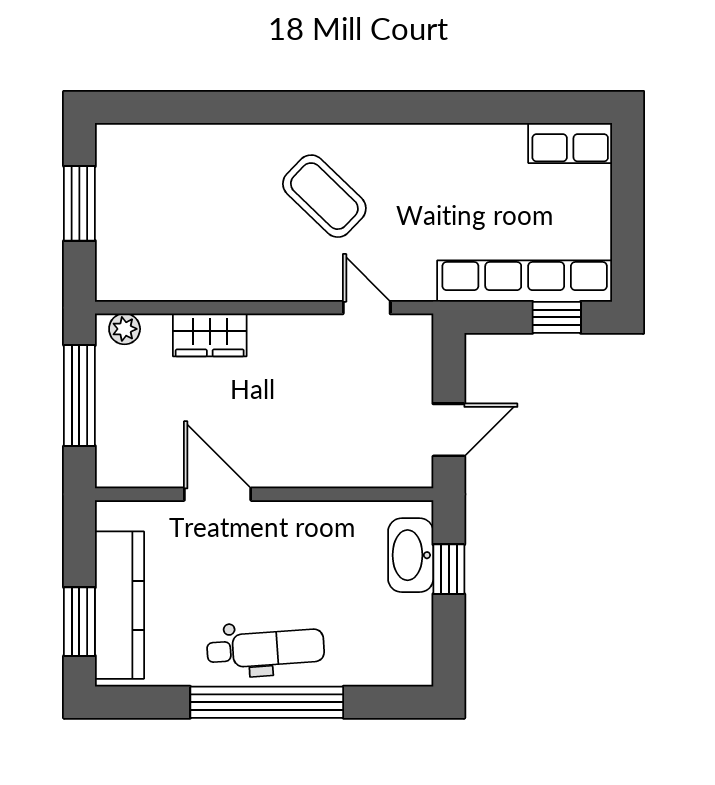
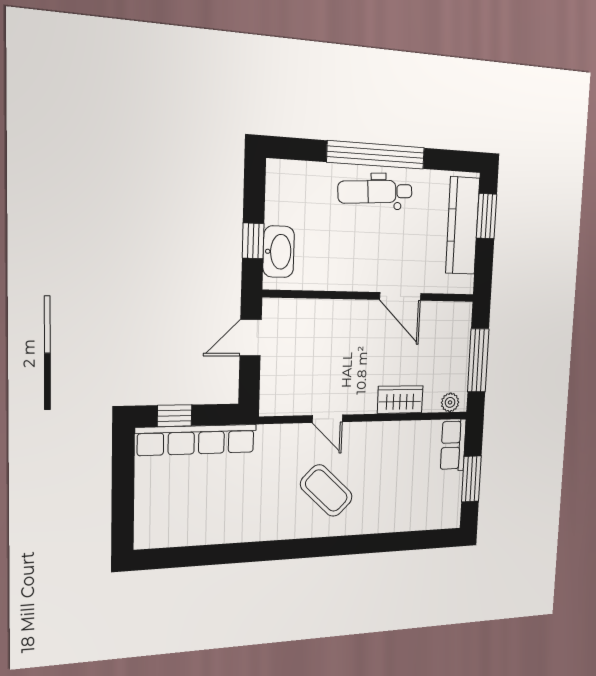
row of seats: (570, 143) -> (453, 445), moved, turned -90
door: (367, 308) -> (327, 419), moved

